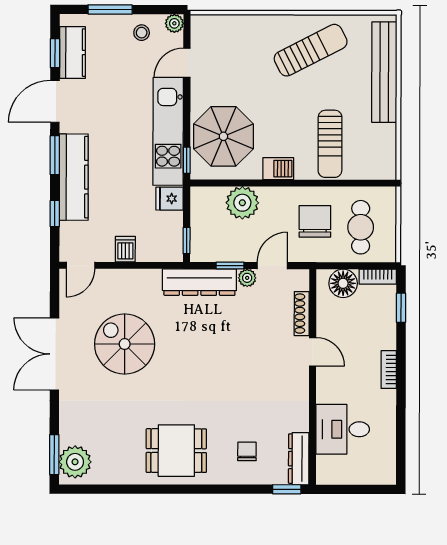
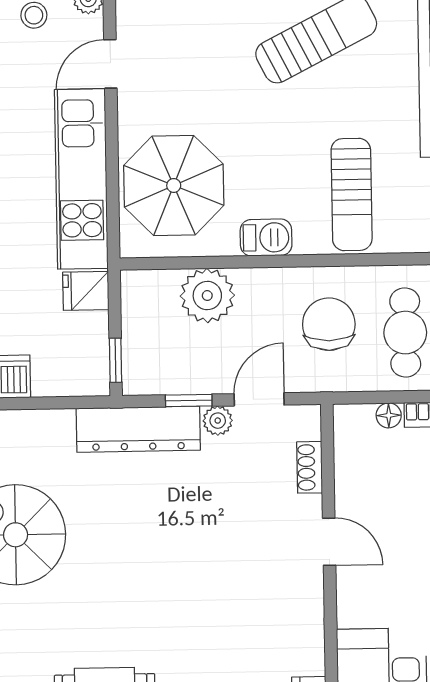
window: (187, 160) -> (113, 226), removed
floor lamp: (343, 283) -> (389, 415), width x0.53, depth x0.53
shoe rack: (302, 314) -> (310, 467), width x0.70

